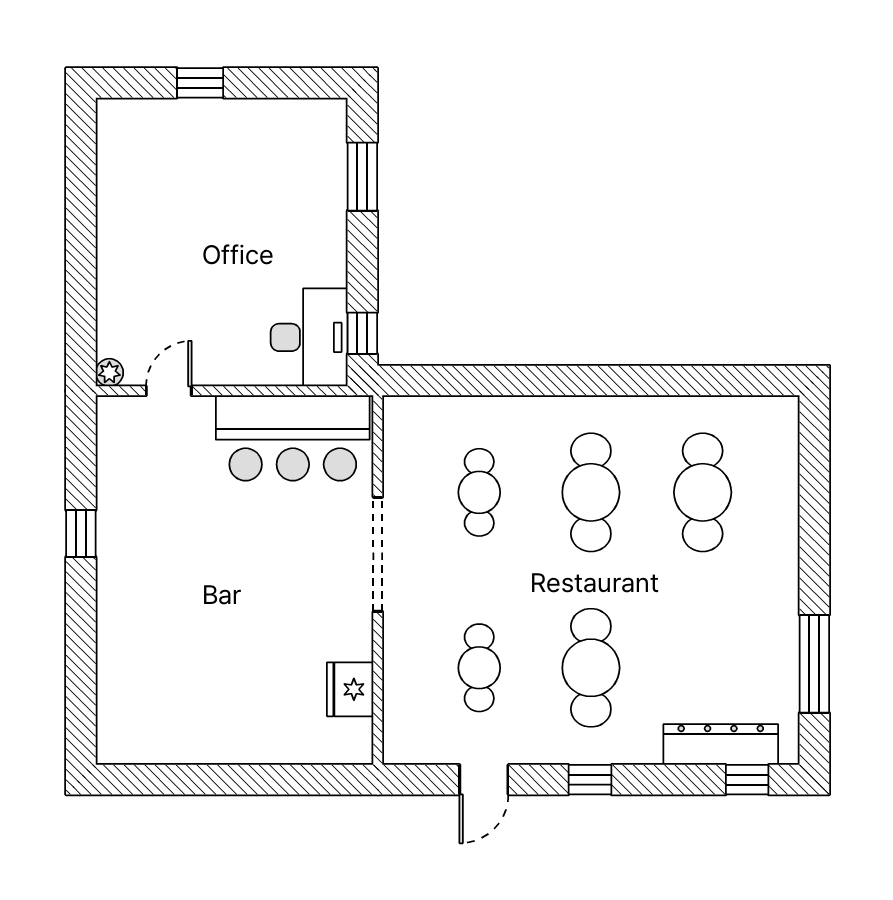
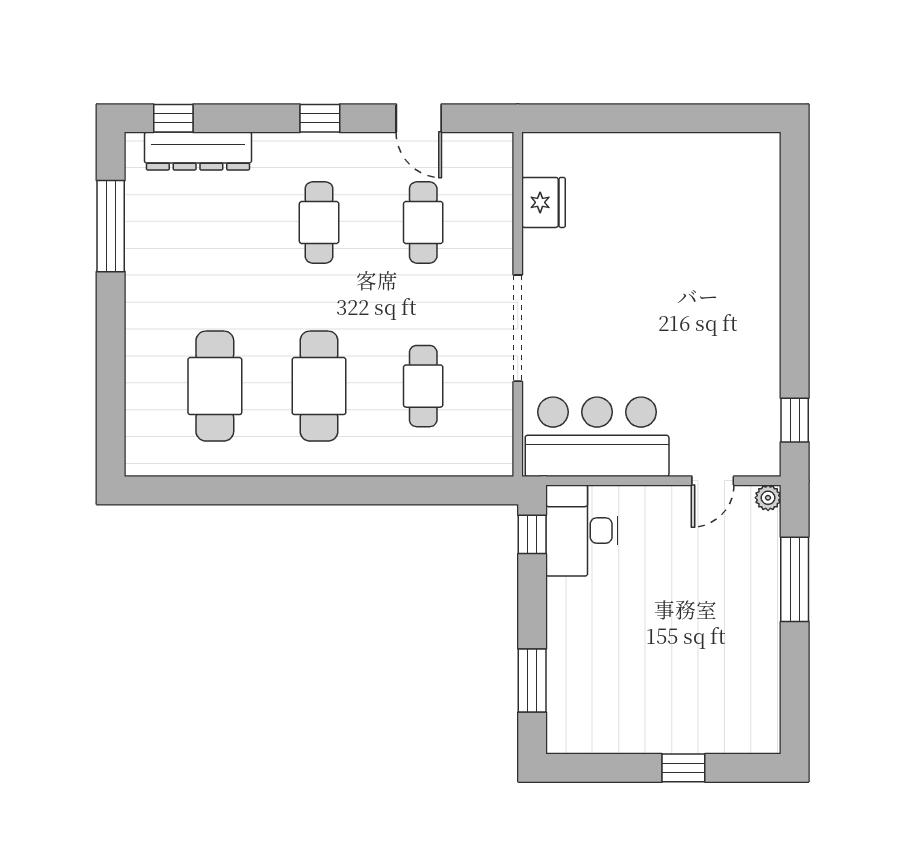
window: (81, 285) -> (795, 579), added
window: (81, 533) -> (795, 420), moved
cafe table: (591, 668) -> (319, 222), width x0.73, depth x0.74
door: (484, 780) -> (419, 118), swing flipped

